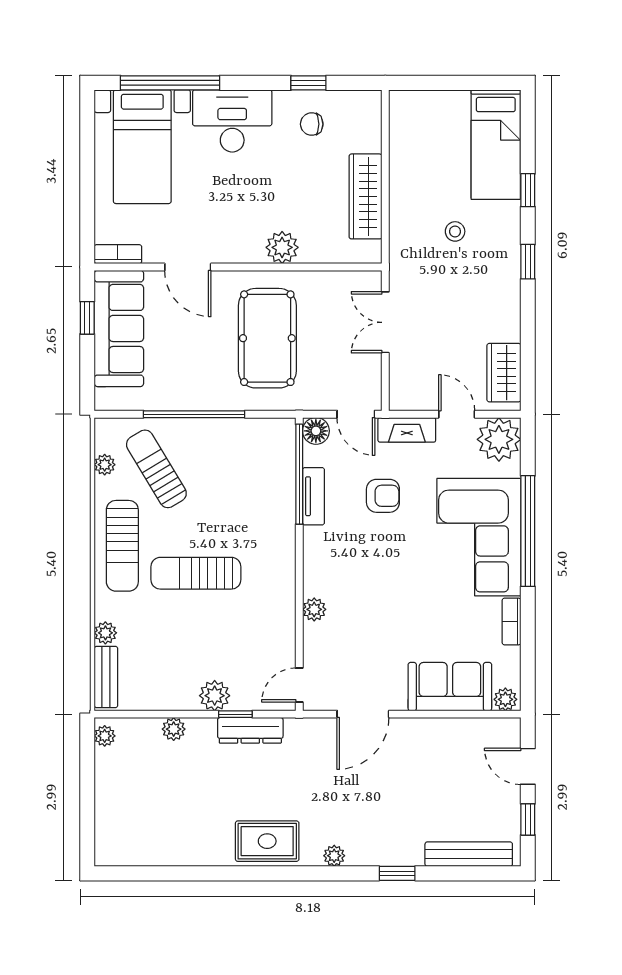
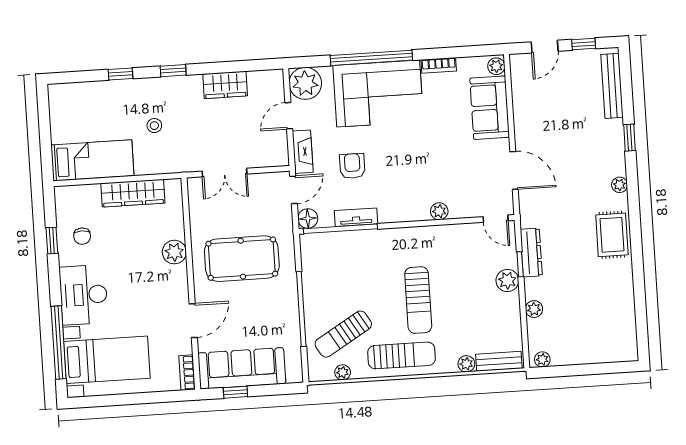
bed: (496, 145) -> (92, 160), moved
wardrobe: (504, 373) -> (225, 85), moved

